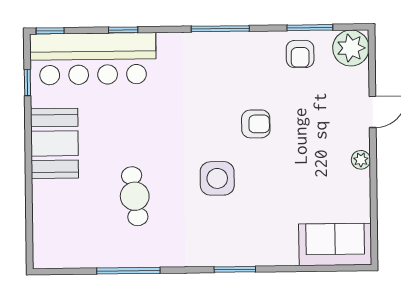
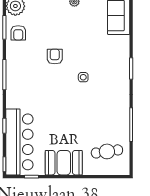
armchair: (300, 54) -> (18, 33), turned 90
side table: (217, 178) -> (83, 77), width x0.54, depth x0.54
cafe table: (135, 196) -> (107, 151), moved

